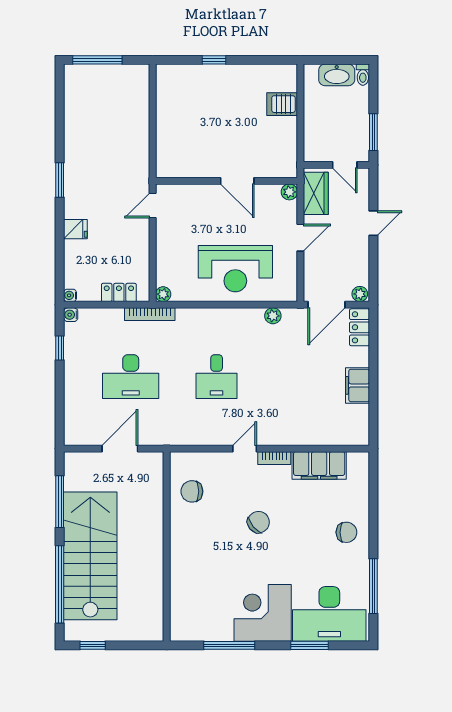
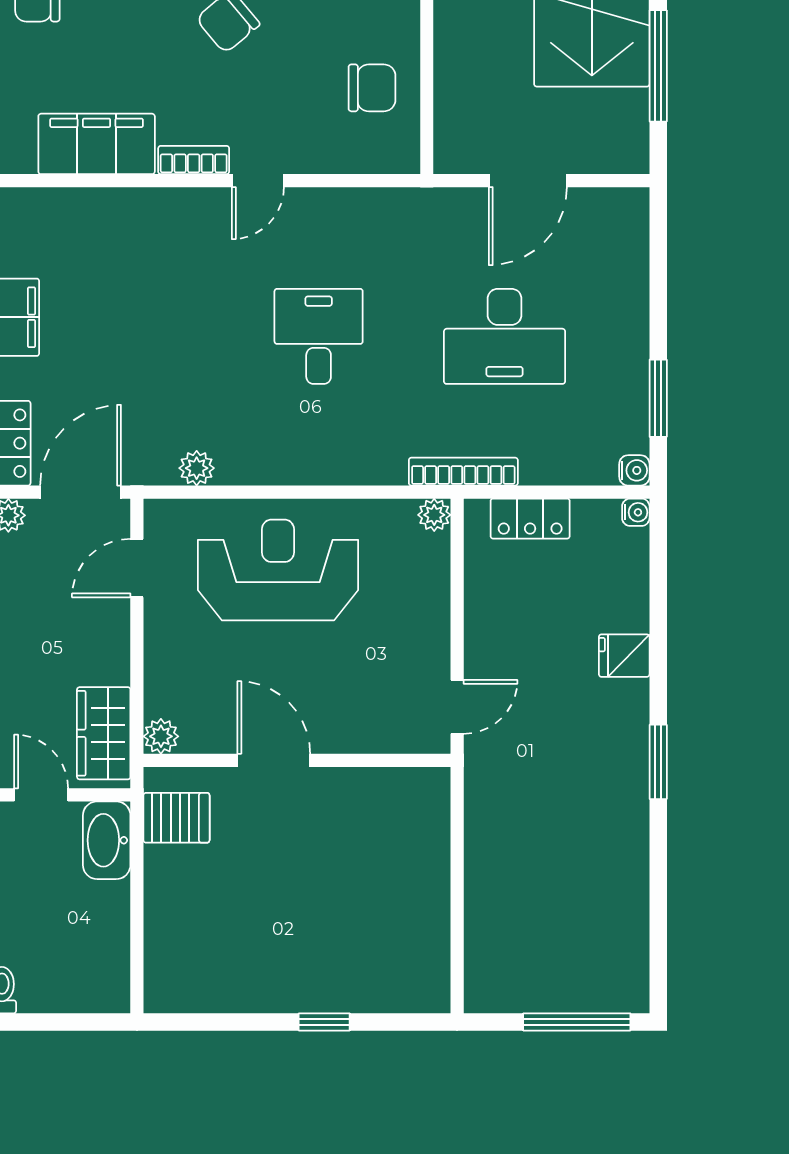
washbasin: (337, 75) -> (107, 840), moved, turned -90
server rack: (282, 104) -> (176, 818), moved
door: (300, 238) -> (137, 568), moved
window: (60, 348) -> (658, 398), width x1.50
desk: (131, 377) -> (505, 336), turned 180

